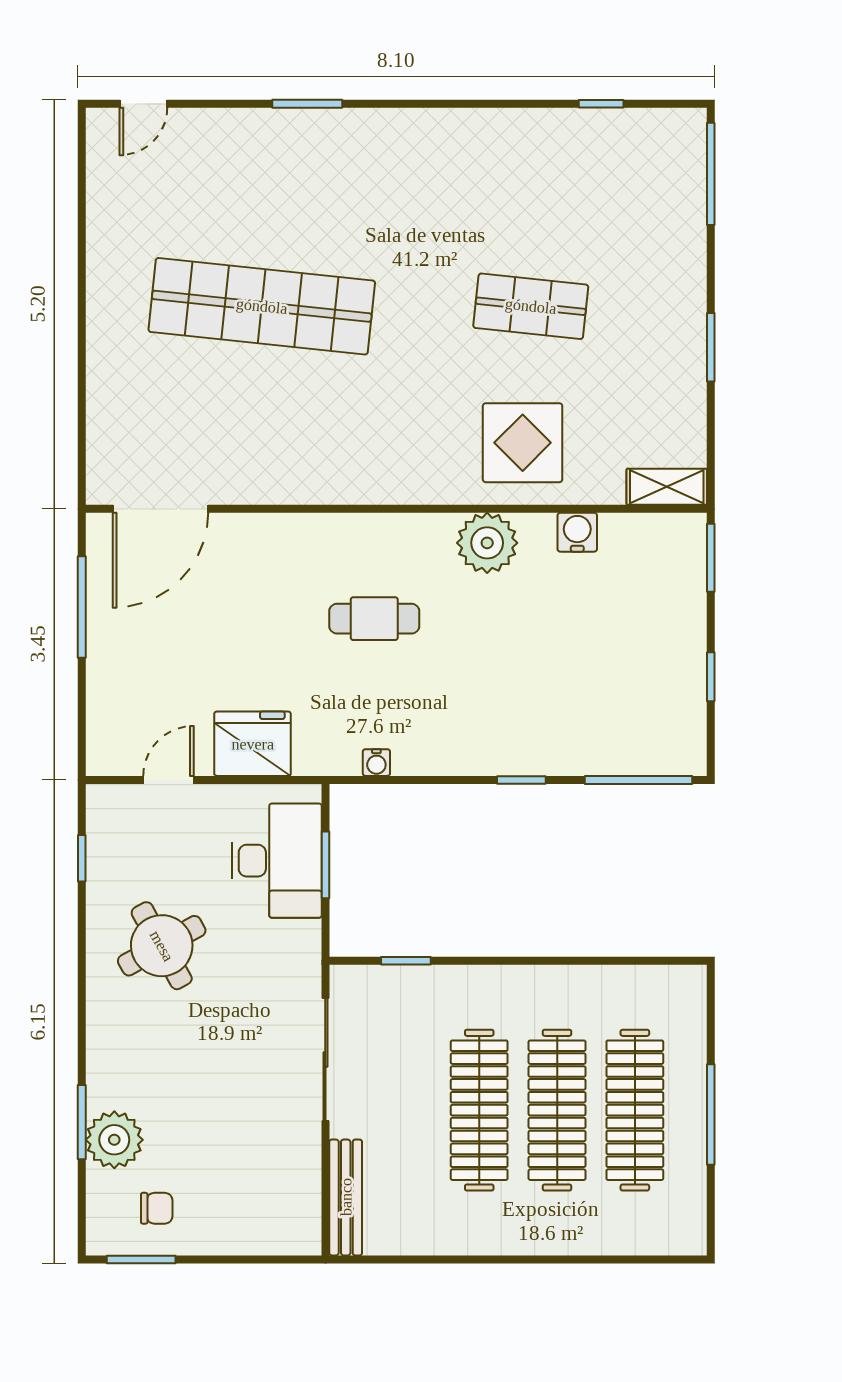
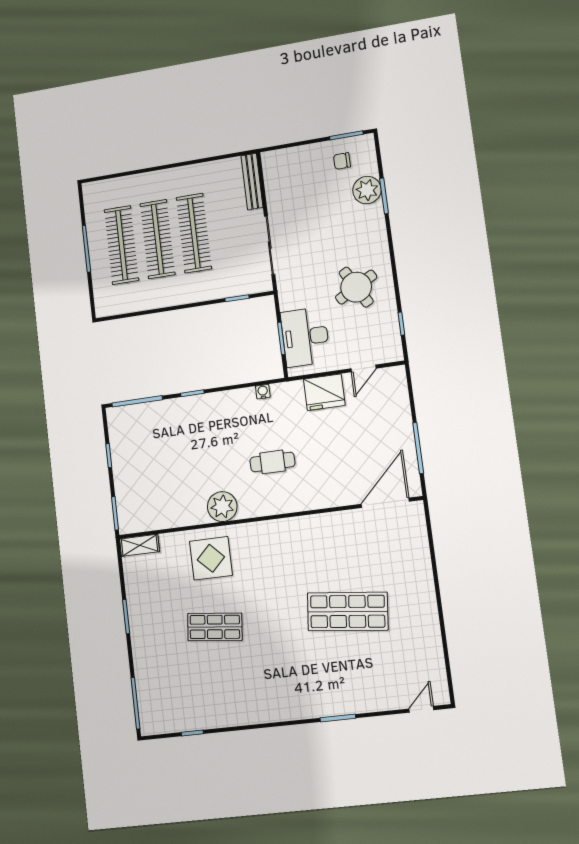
shop shelf: (262, 306) -> (348, 611), width x0.71
water cooler: (577, 532) -> (180, 517), removed

